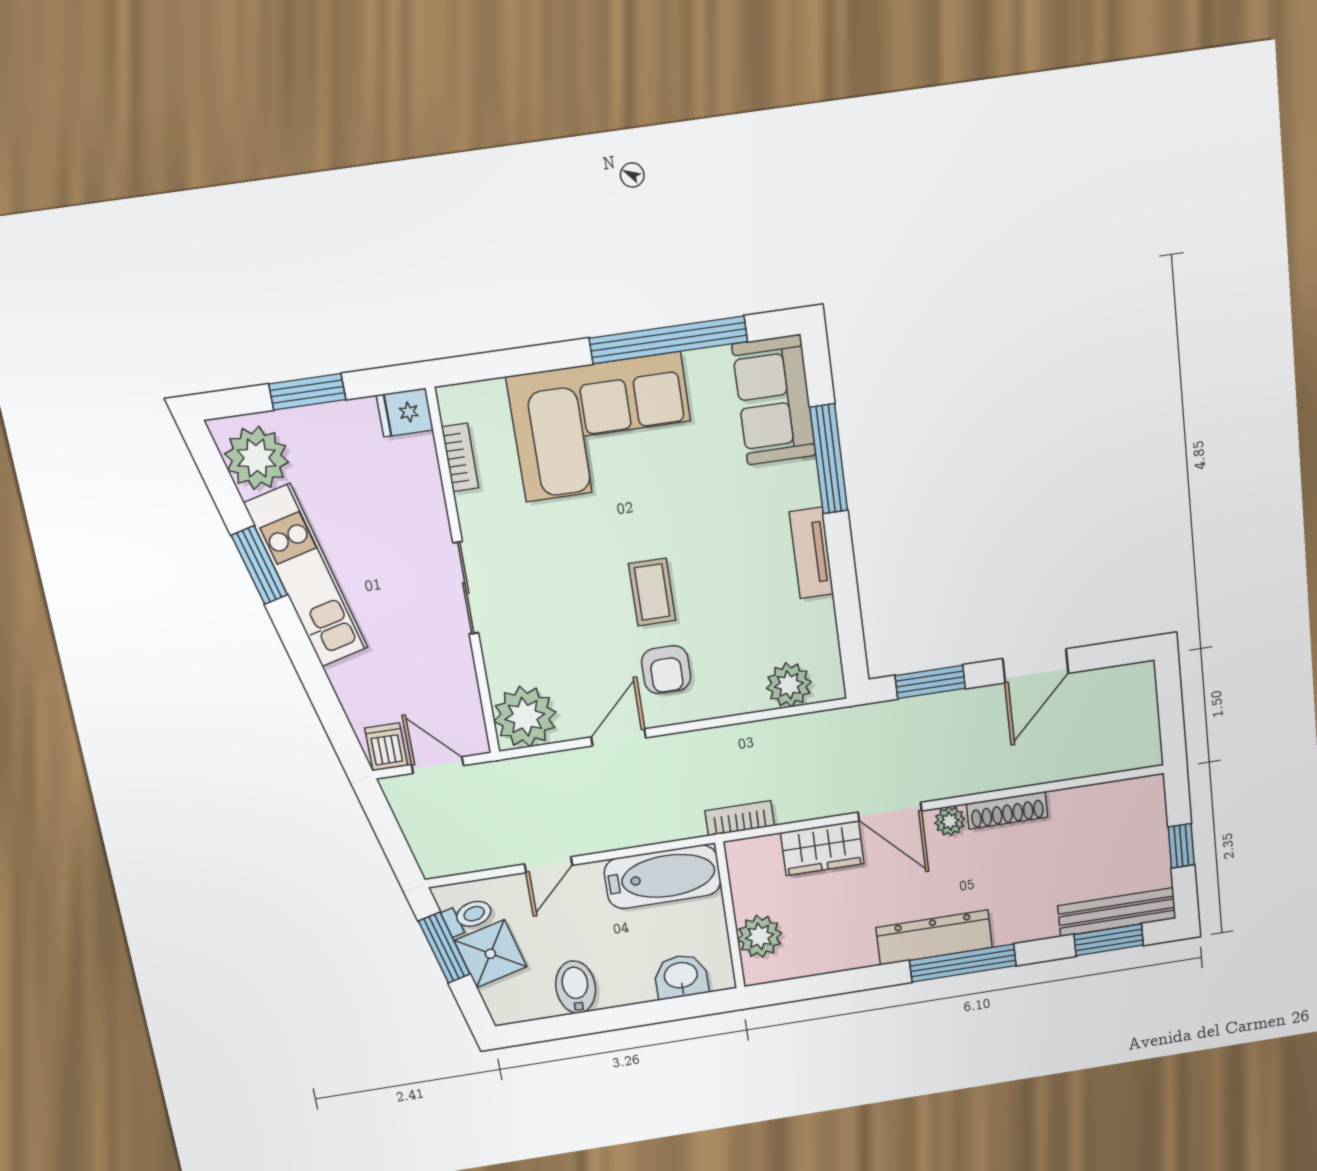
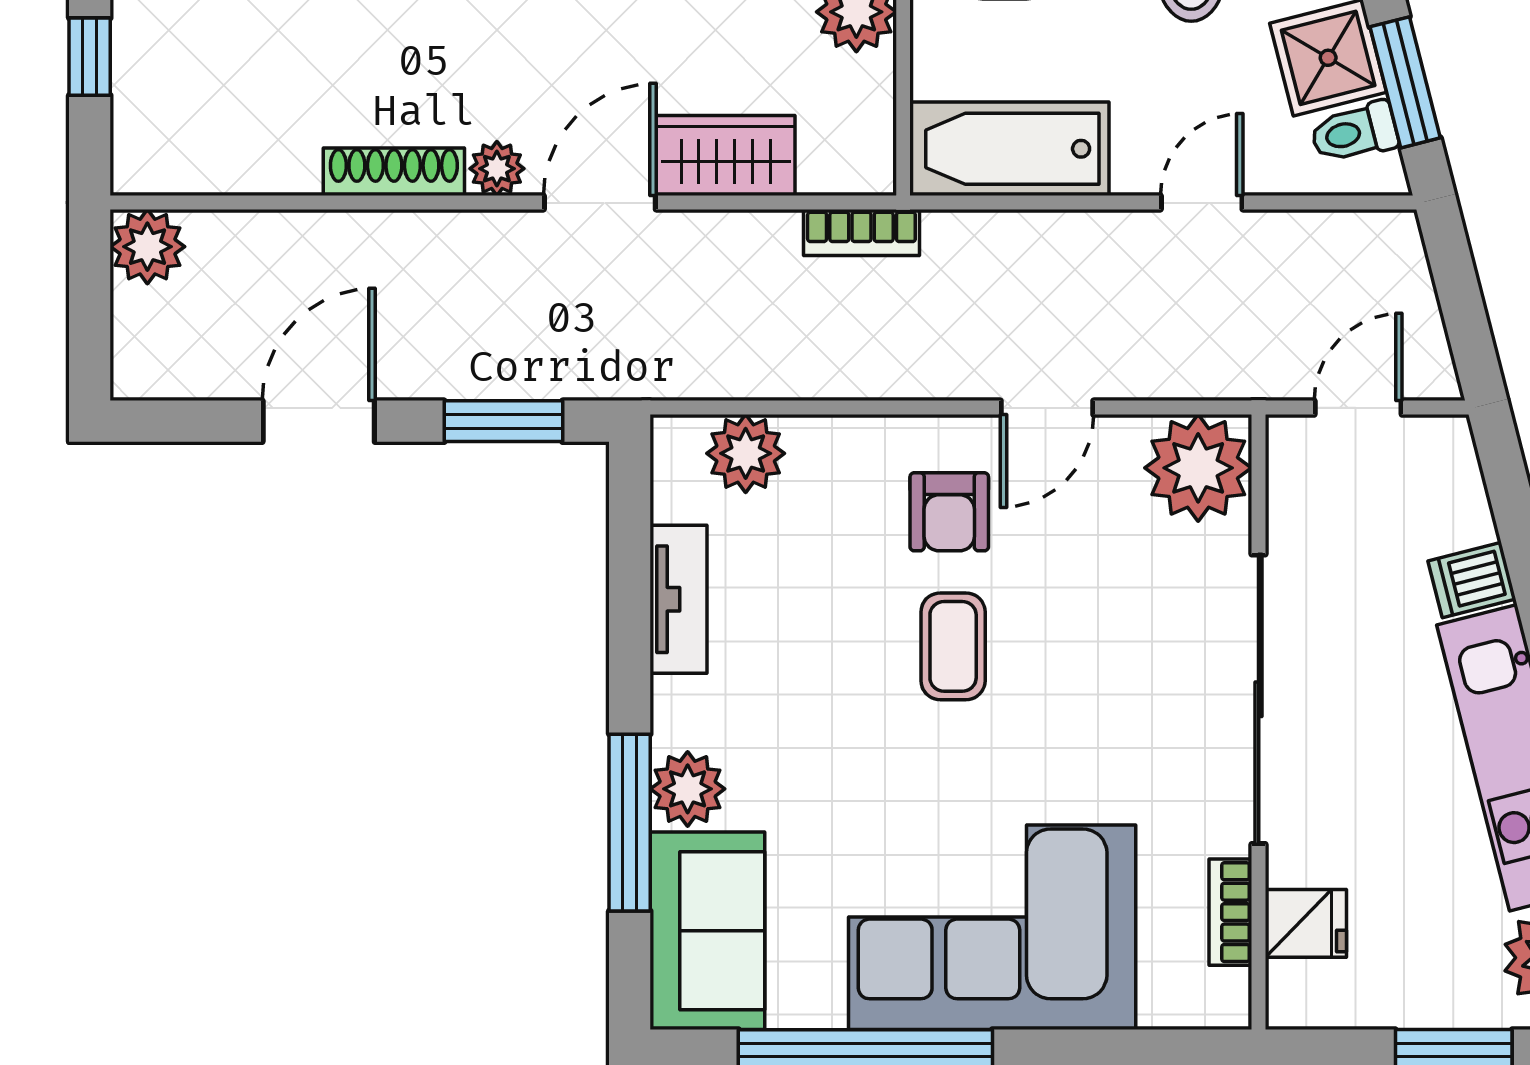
fridge: (405, 413) -> (1306, 923), moved
plant: (797, 484) -> (688, 789), added
tv unit: (811, 553) -> (678, 599), moved
sliding door: (466, 588) -> (1259, 699), width x1.86
armchair: (666, 670) -> (949, 512), turned 180
dishwasher: (386, 747) -> (1472, 580), moved, turned 76
plant: (1141, 748) -> (147, 247), added
door: (438, 765) -> (1358, 408), swing flipped
door: (890, 812) -> (600, 203), hinge flipped

